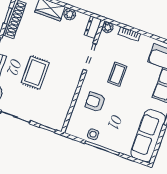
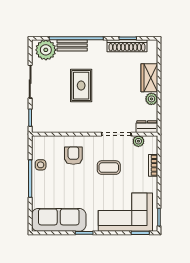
plant: (108, 27) -> (138, 141), moved
rug: (35, 73) -> (81, 86), turned 90

